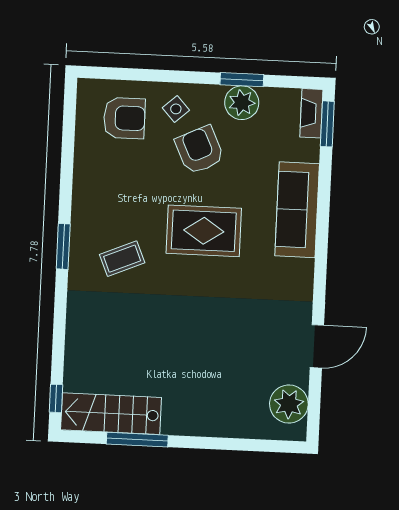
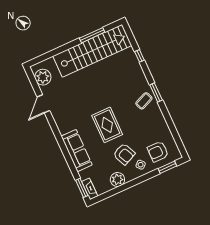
window: (242, 80) -> (167, 167), moved
rug: (204, 231) -> (107, 125), turned 90
coffee table: (122, 259) -> (144, 101), moved
window: (56, 398) -> (139, 56), moved
stairs: (111, 414) -> (92, 51), width x1.86, depth x1.51

